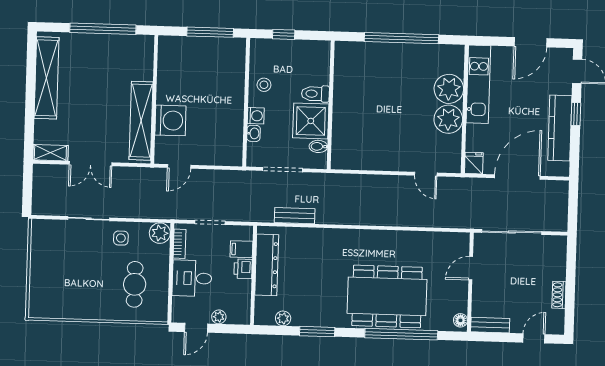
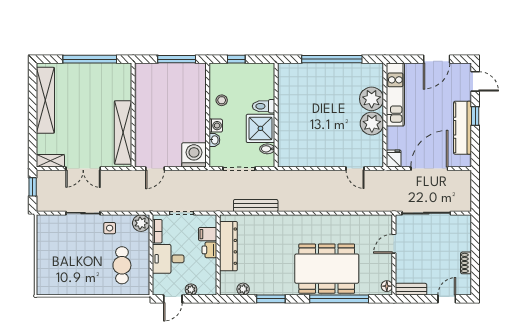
washing machine: (170, 120) -> (194, 155), moved, turned -90
window: (27, 184) -> (33, 187), added
bench: (295, 216) -> (256, 206), width x1.36

